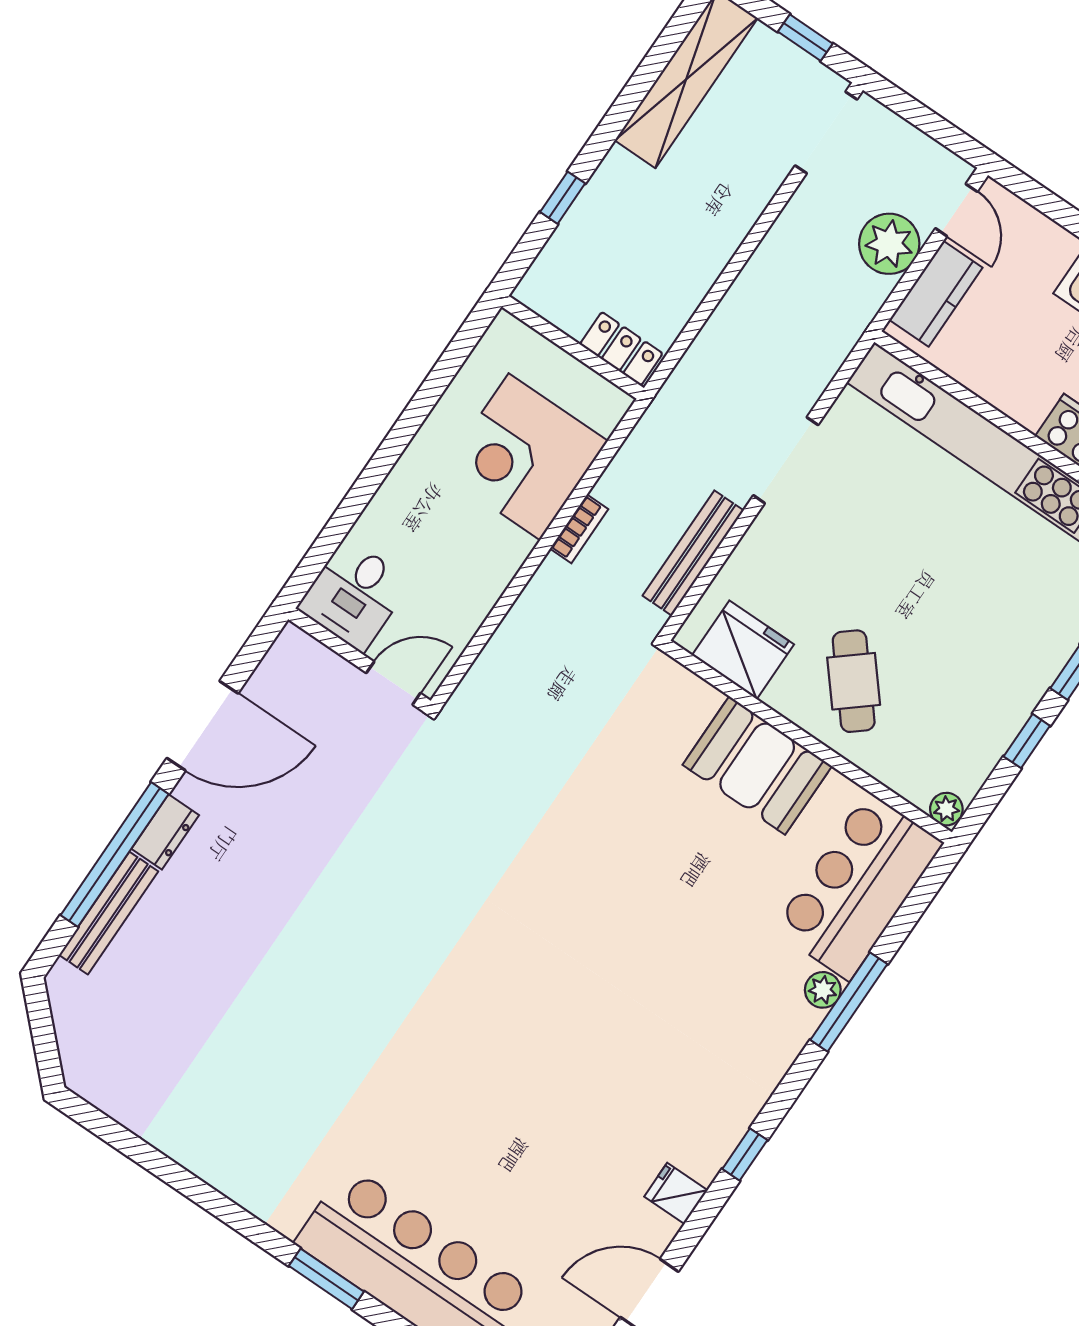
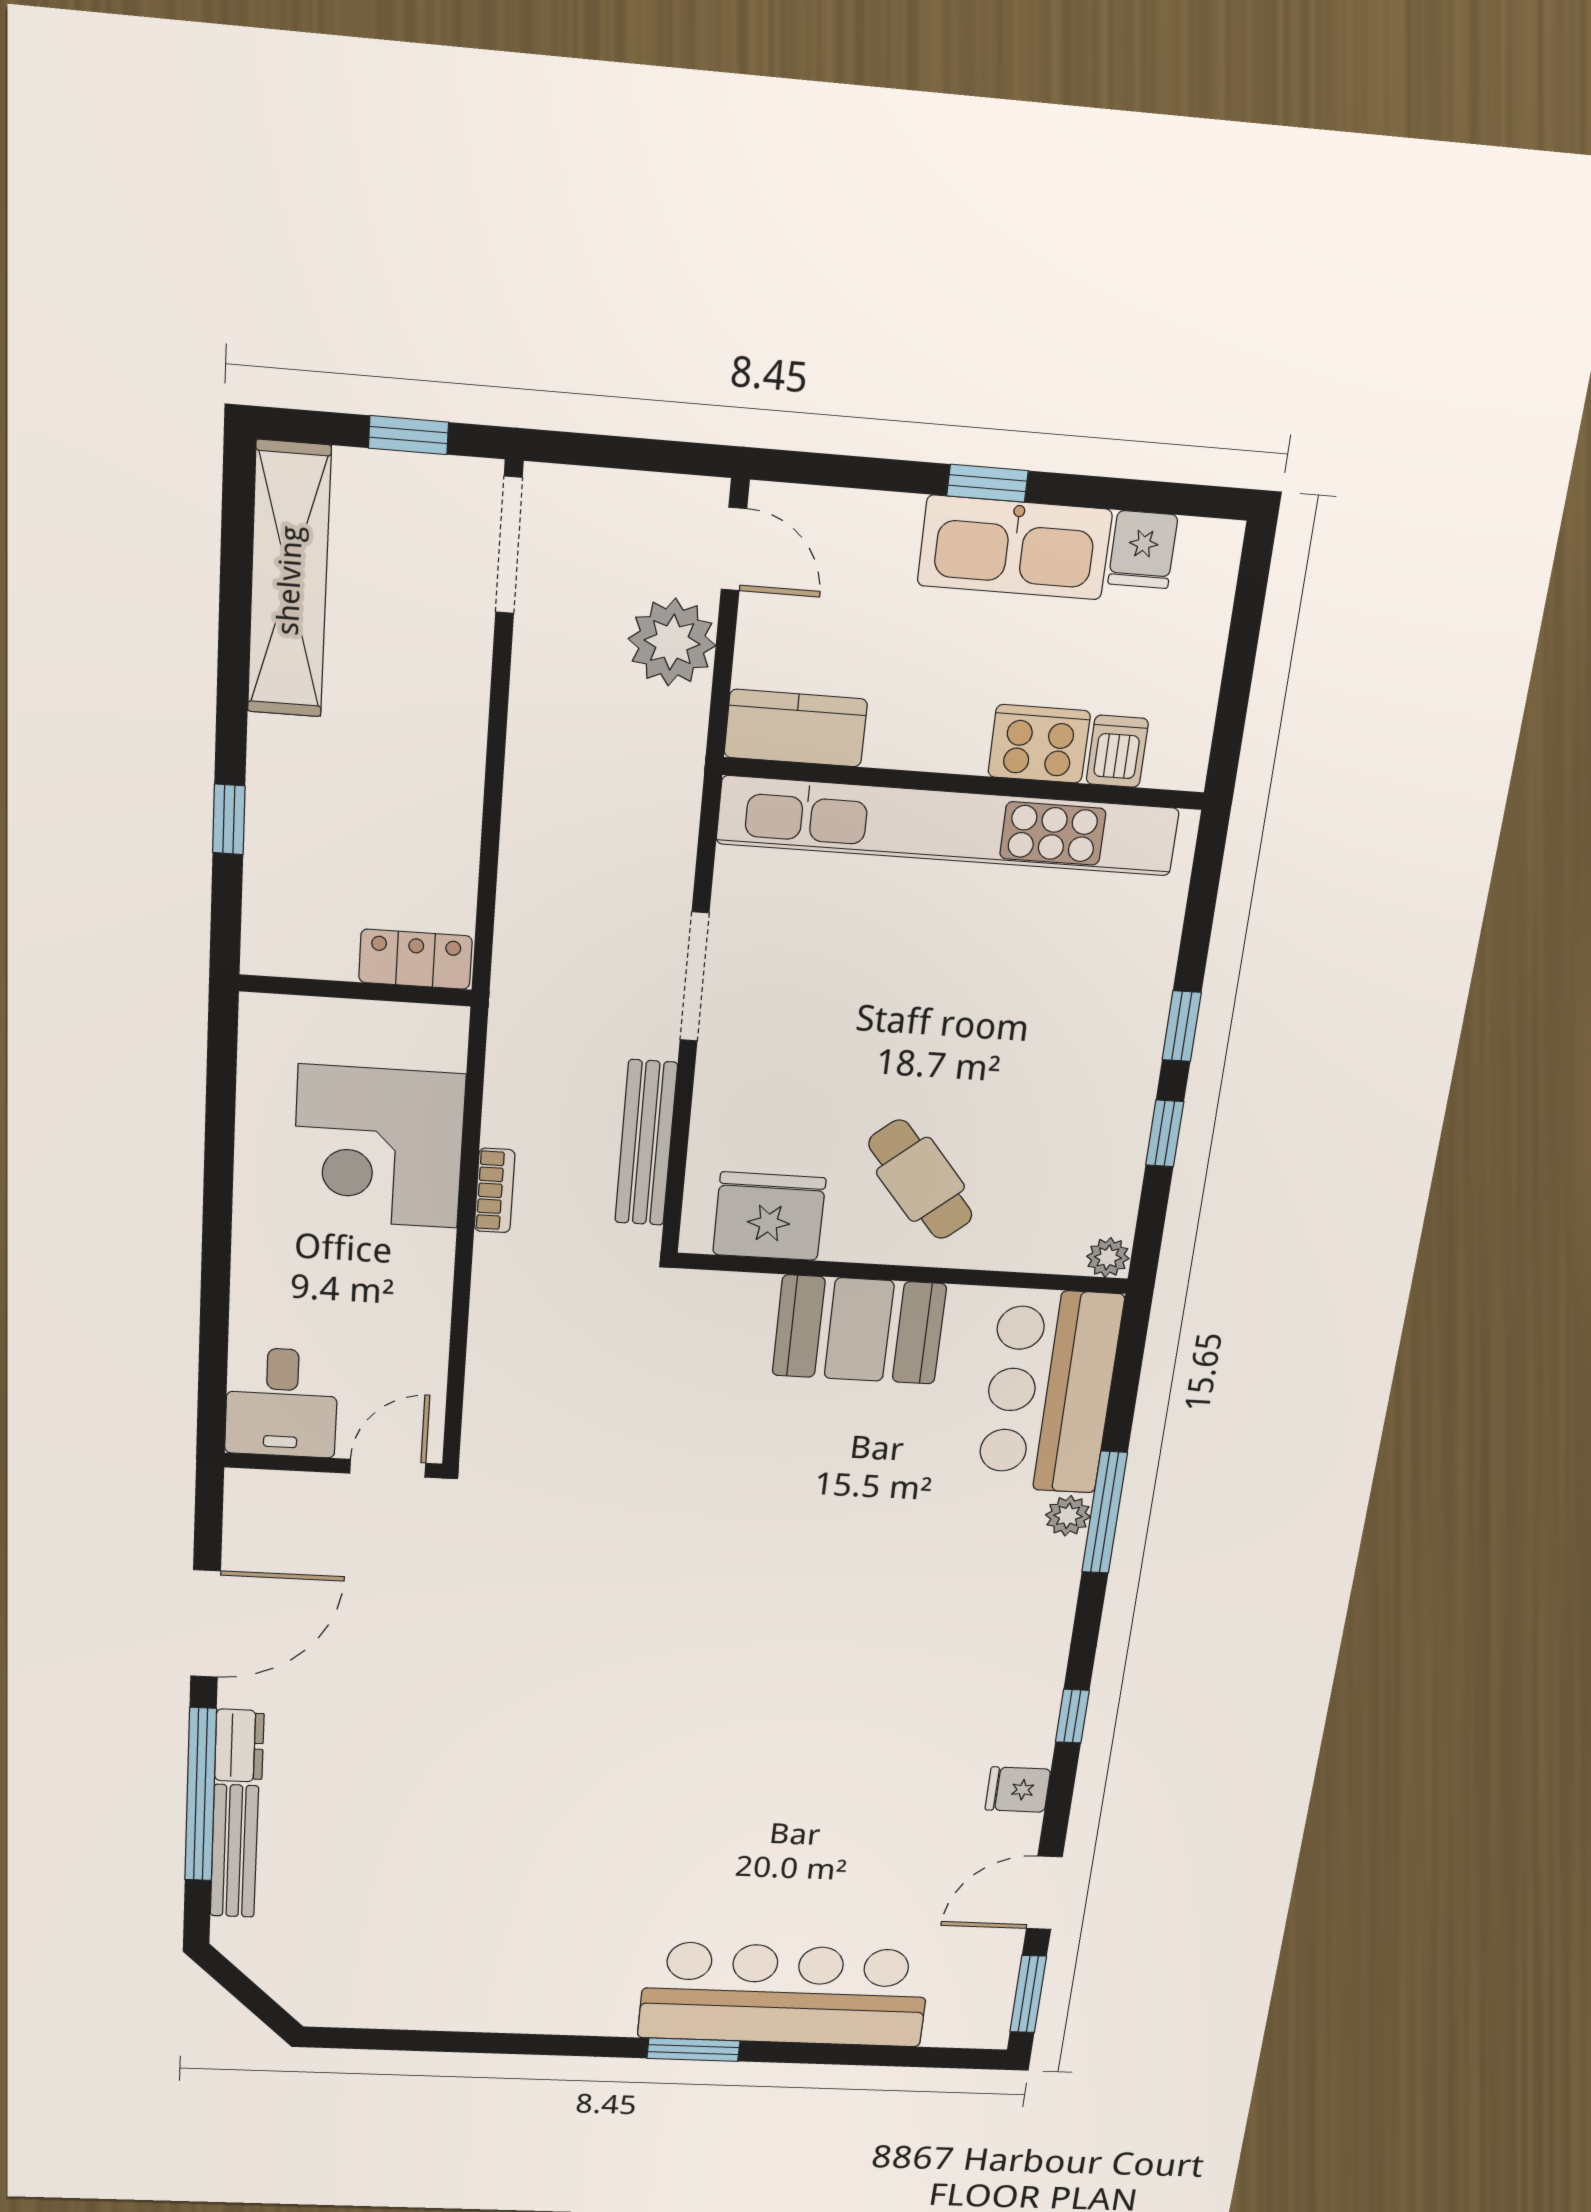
kitchen counter: (936, 294) -> (796, 728), moved, turned -90

